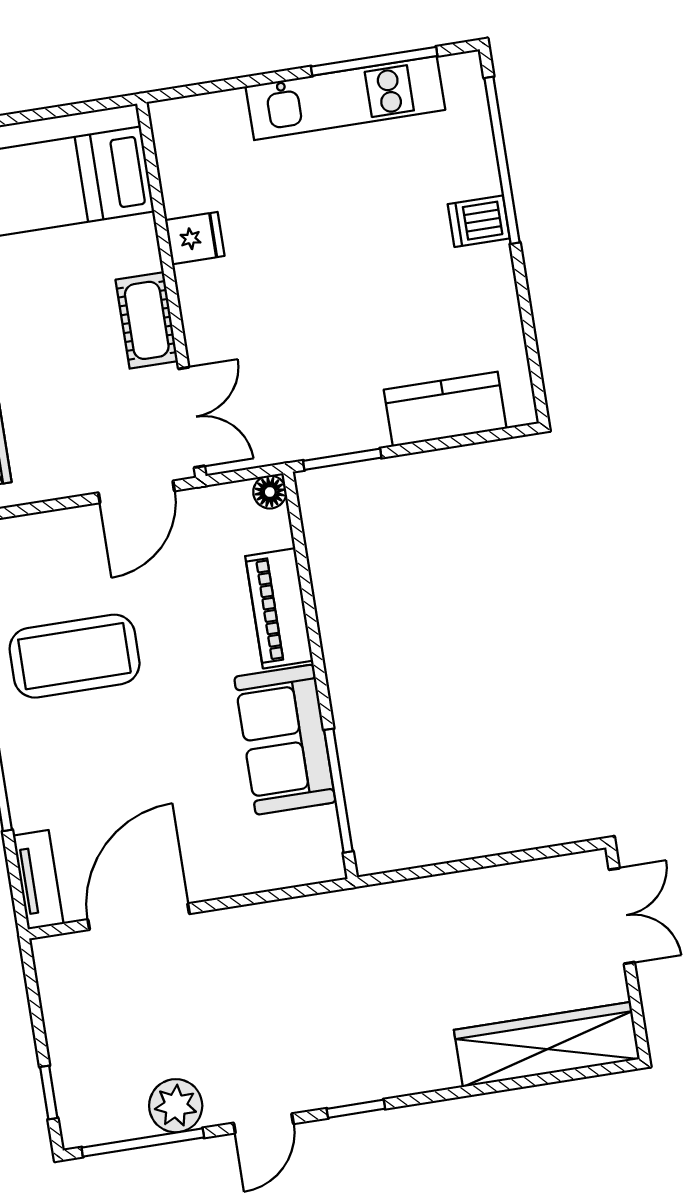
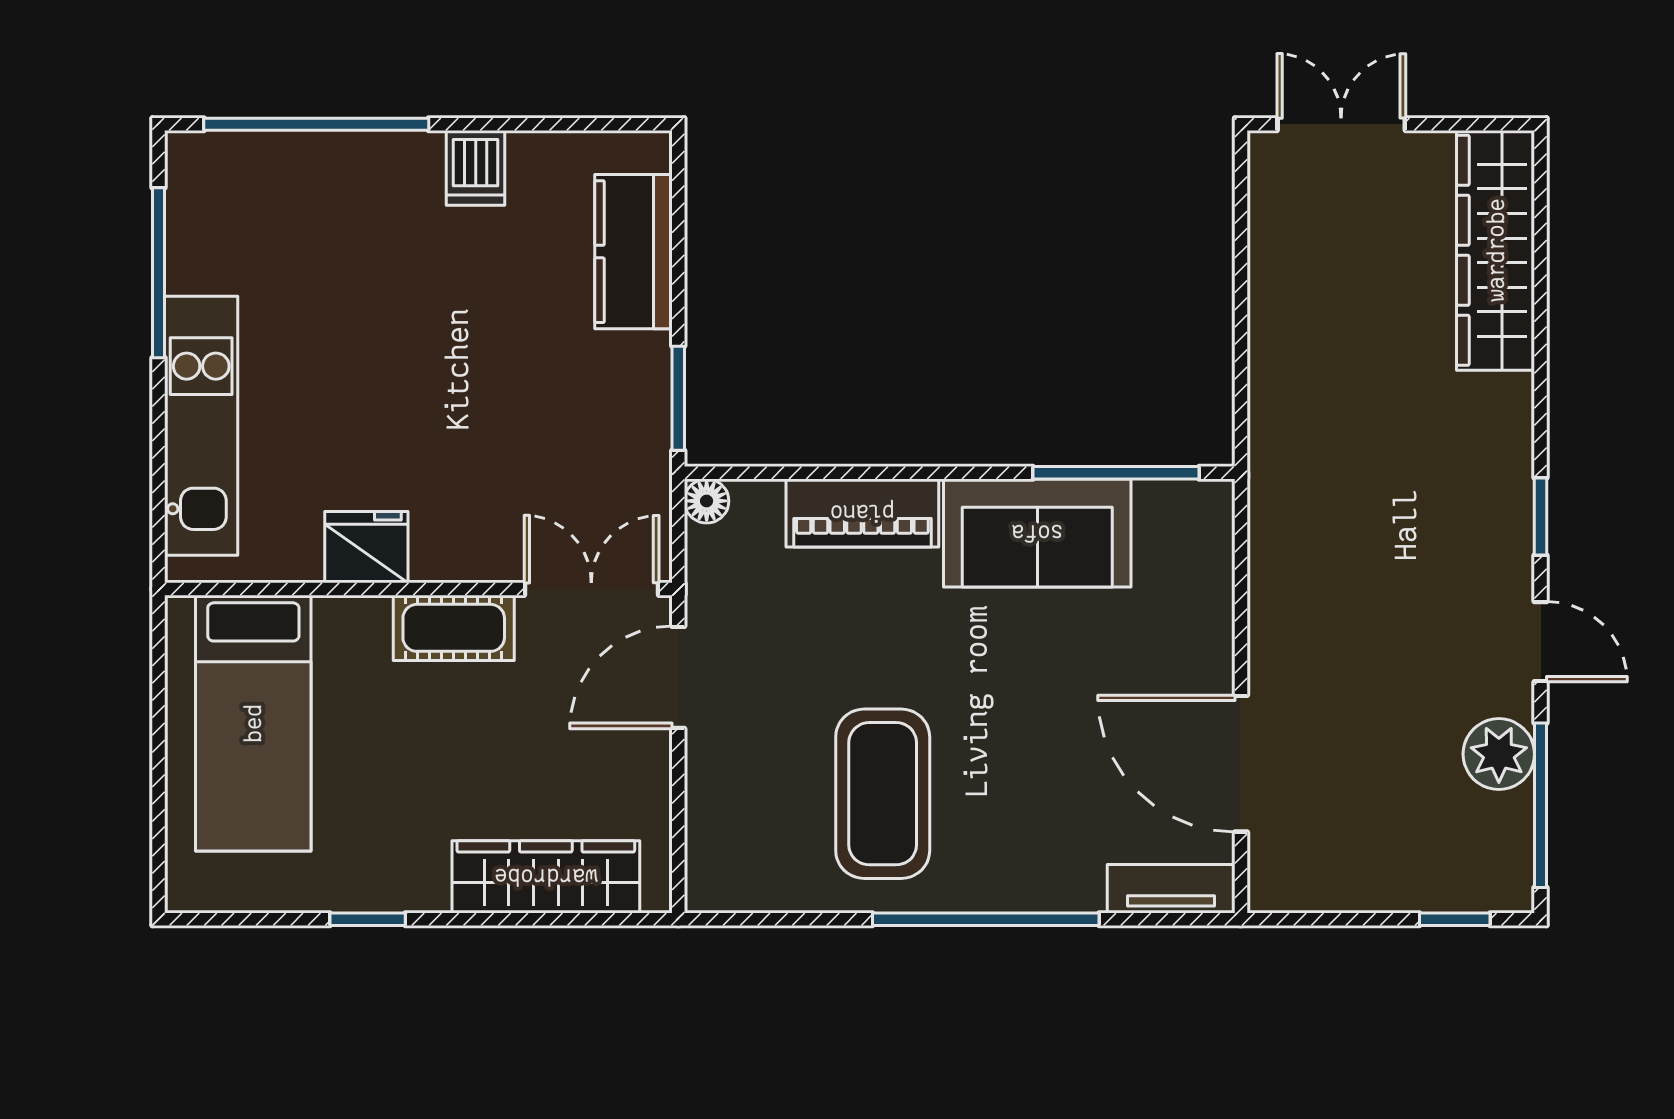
kitchen unit: (345, 98) -> (201, 426), moved
dishwasher: (479, 221) -> (476, 168), moved
fridge: (195, 238) -> (366, 547), width x1.38
door: (136, 492) -> (678, 677), swing flipped

